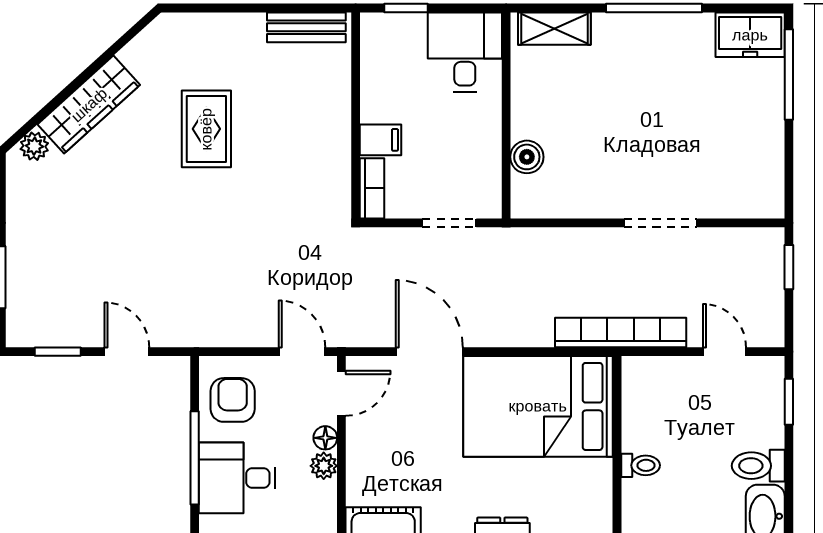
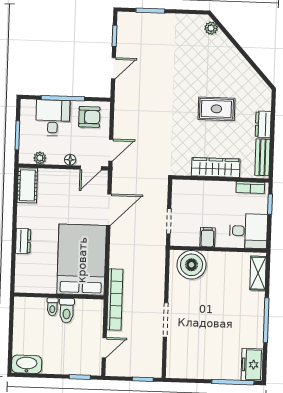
dresser: (236, 28) -> (263, 124), added
wardrobe: (89, 105) -> (216, 167), moved, turned 132
filing cabinet: (381, 140) -> (207, 237), moved, turned 180
boiler: (527, 157) -> (192, 265), width x1.86, depth x1.86
bookcase: (372, 188) -> (250, 188), moved
door: (341, 393) -> (91, 168), hinge flipped
plant: (324, 466) -> (40, 158), moved
toilet: (758, 466) -> (67, 311), moved, turned 180

